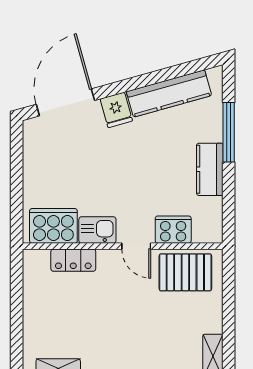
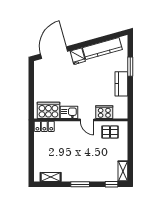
window: (229, 132) -> (130, 67), width x0.69
locker: (73, 260) -> (44, 126), moved
pallet: (185, 272) -> (110, 132), width x0.67, depth x0.71

